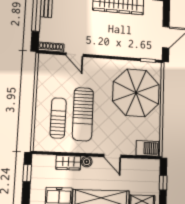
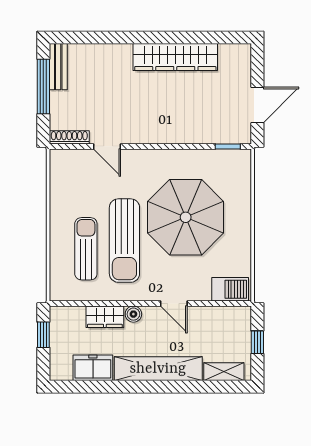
parasol: (136, 93) -> (186, 217), moved

